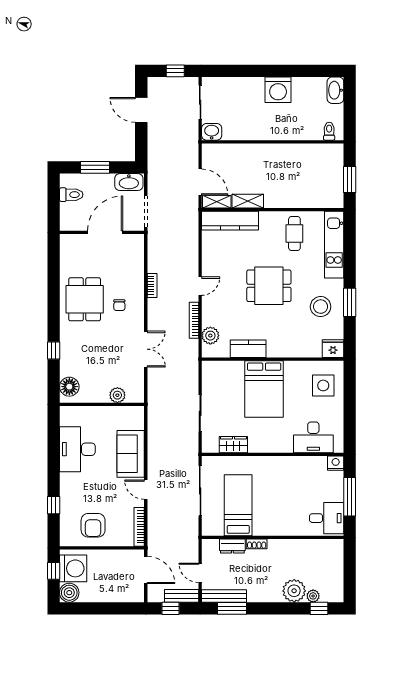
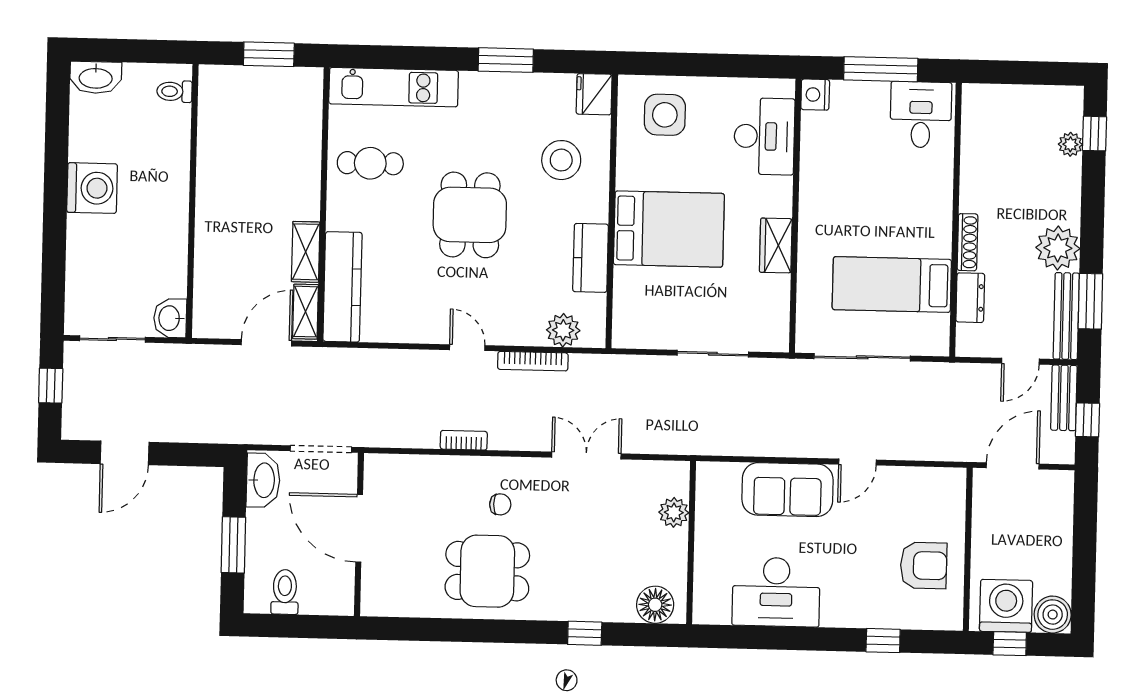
stool: (321, 307) -> (561, 160), moved
wardrobe: (233, 445) -> (776, 245), moved
bookcase: (139, 527) -> (929, 476), removed
shoe rack: (257, 544) -> (967, 242), width x1.43
plant: (294, 591) -> (1058, 248), moved

